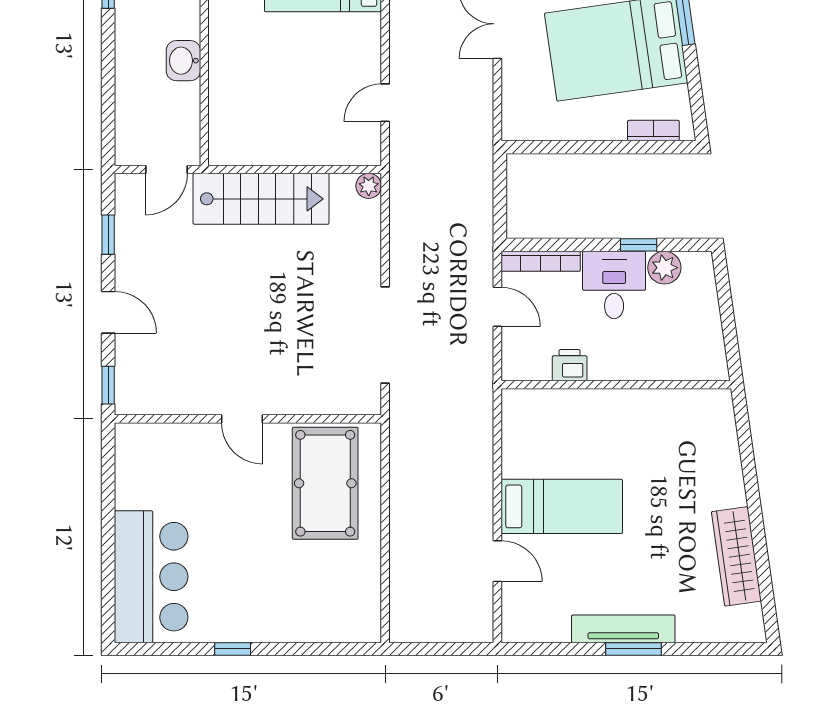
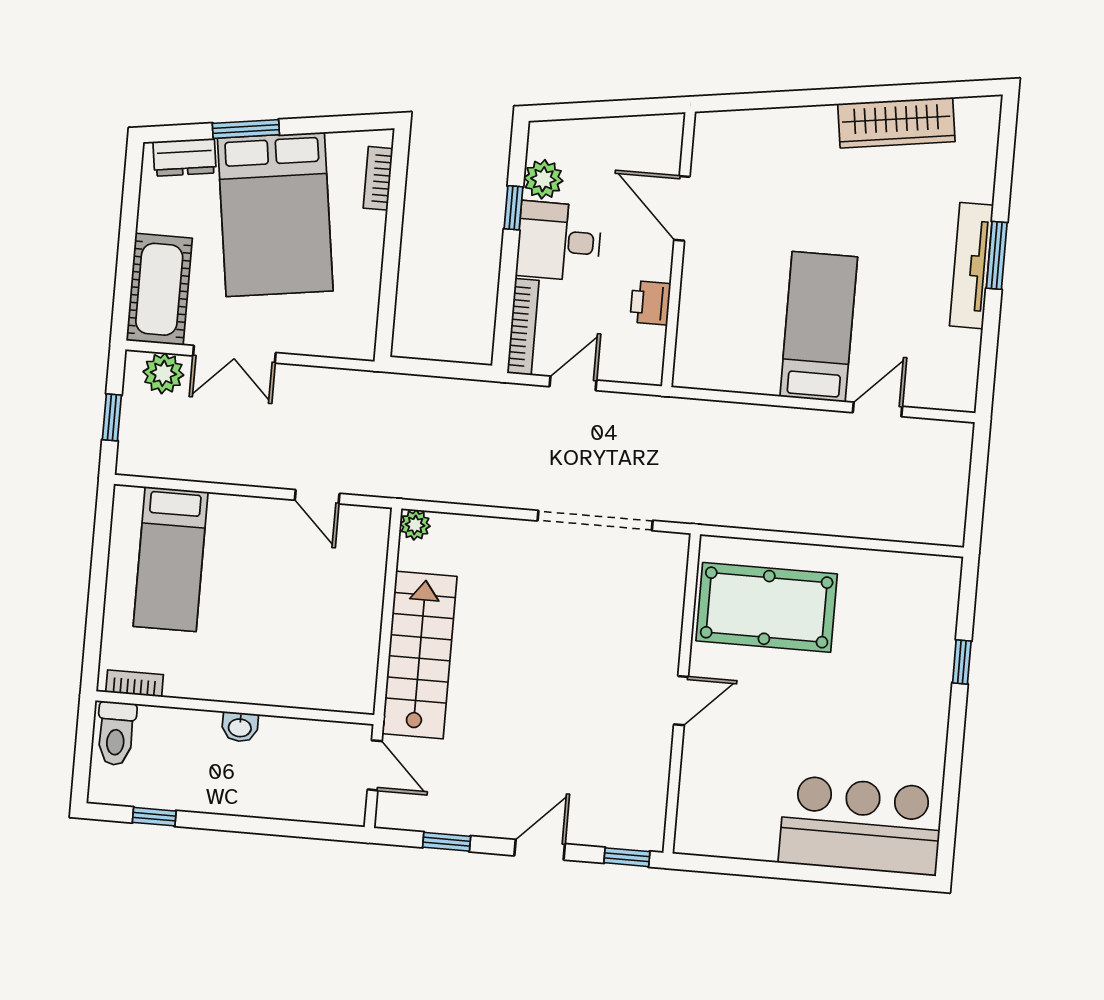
washbasin: (183, 61) -> (240, 727), width x0.72, depth x0.69
door: (650, 385) -> (682, 208), added
window: (233, 649) -> (962, 662), moved

